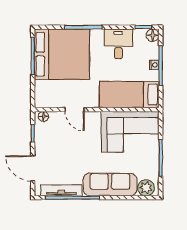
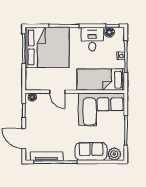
floor lamp: (153, 35) -> (109, 32), moved
sofa: (110, 185) -> (91, 152), width x0.73

